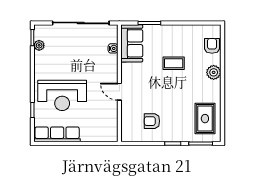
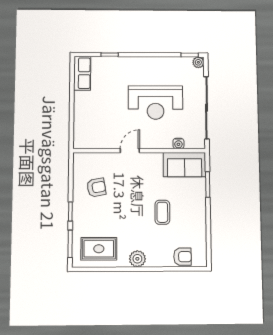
plant: (39, 45) -> (198, 62), moved
plant: (214, 72) -> (137, 259), moved
reception desk: (62, 95) -> (155, 103), moved, turned -90
armchair: (152, 121) -> (96, 187), turned 80
row of seats: (57, 134) -> (82, 73), width x0.68

